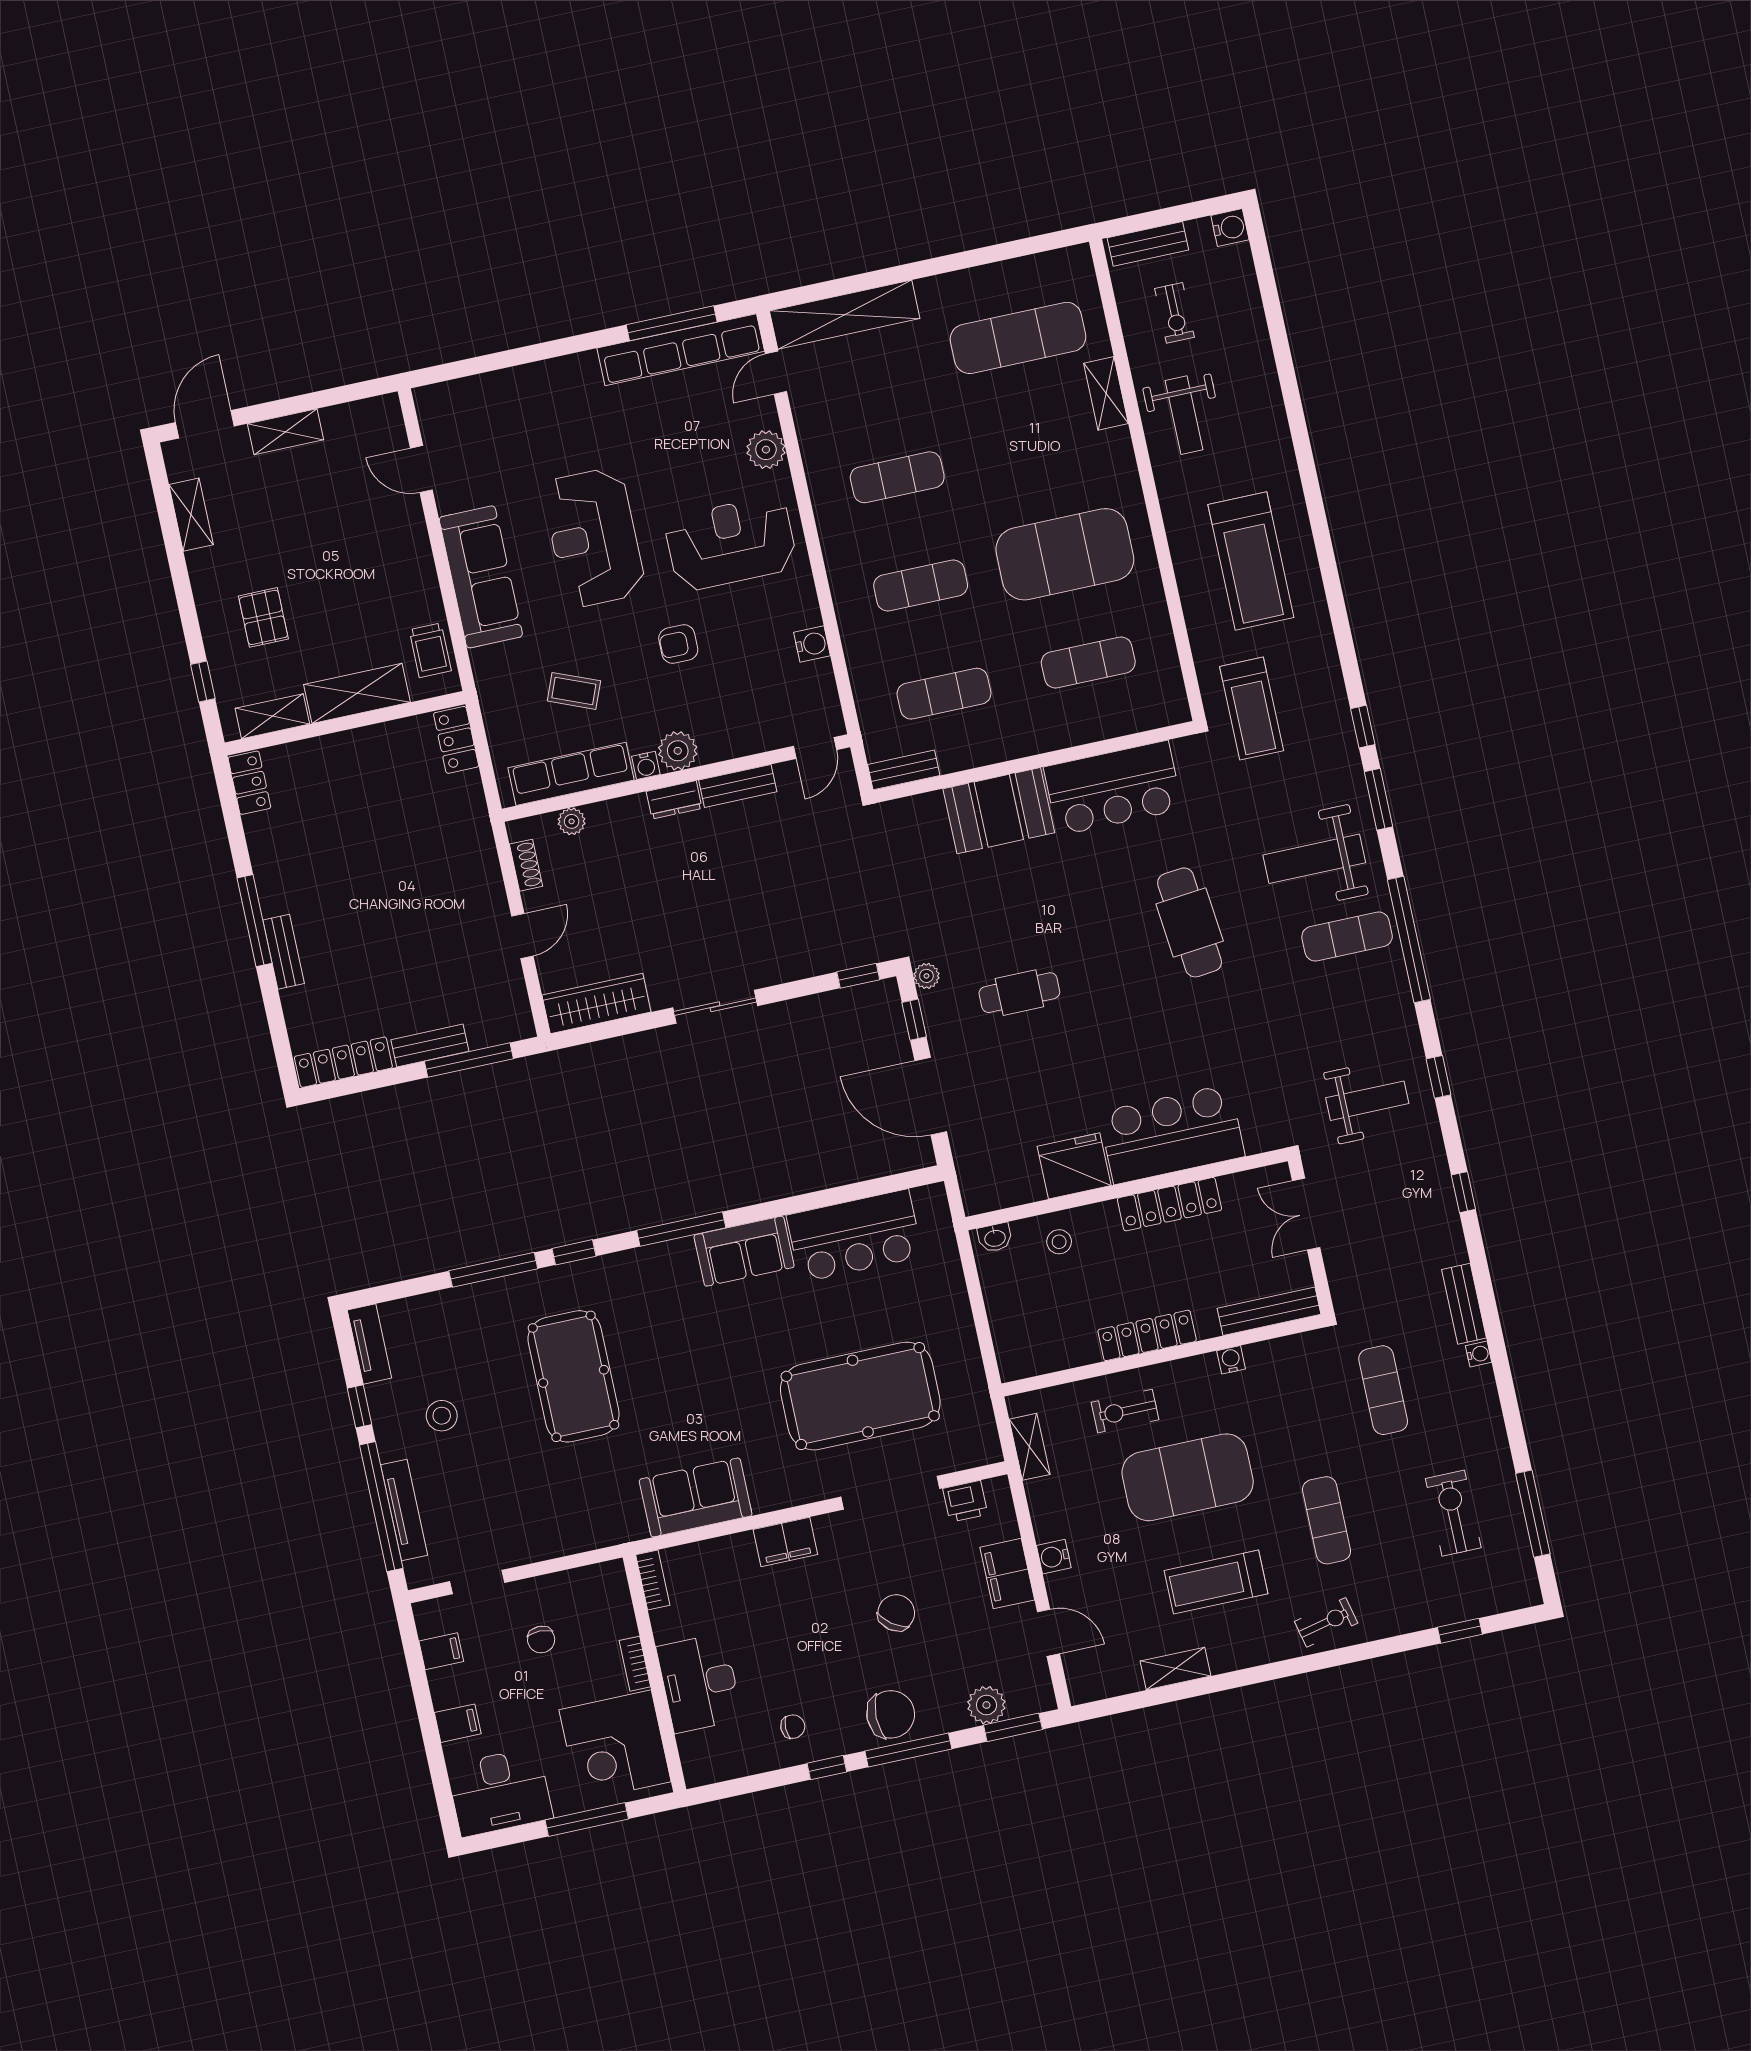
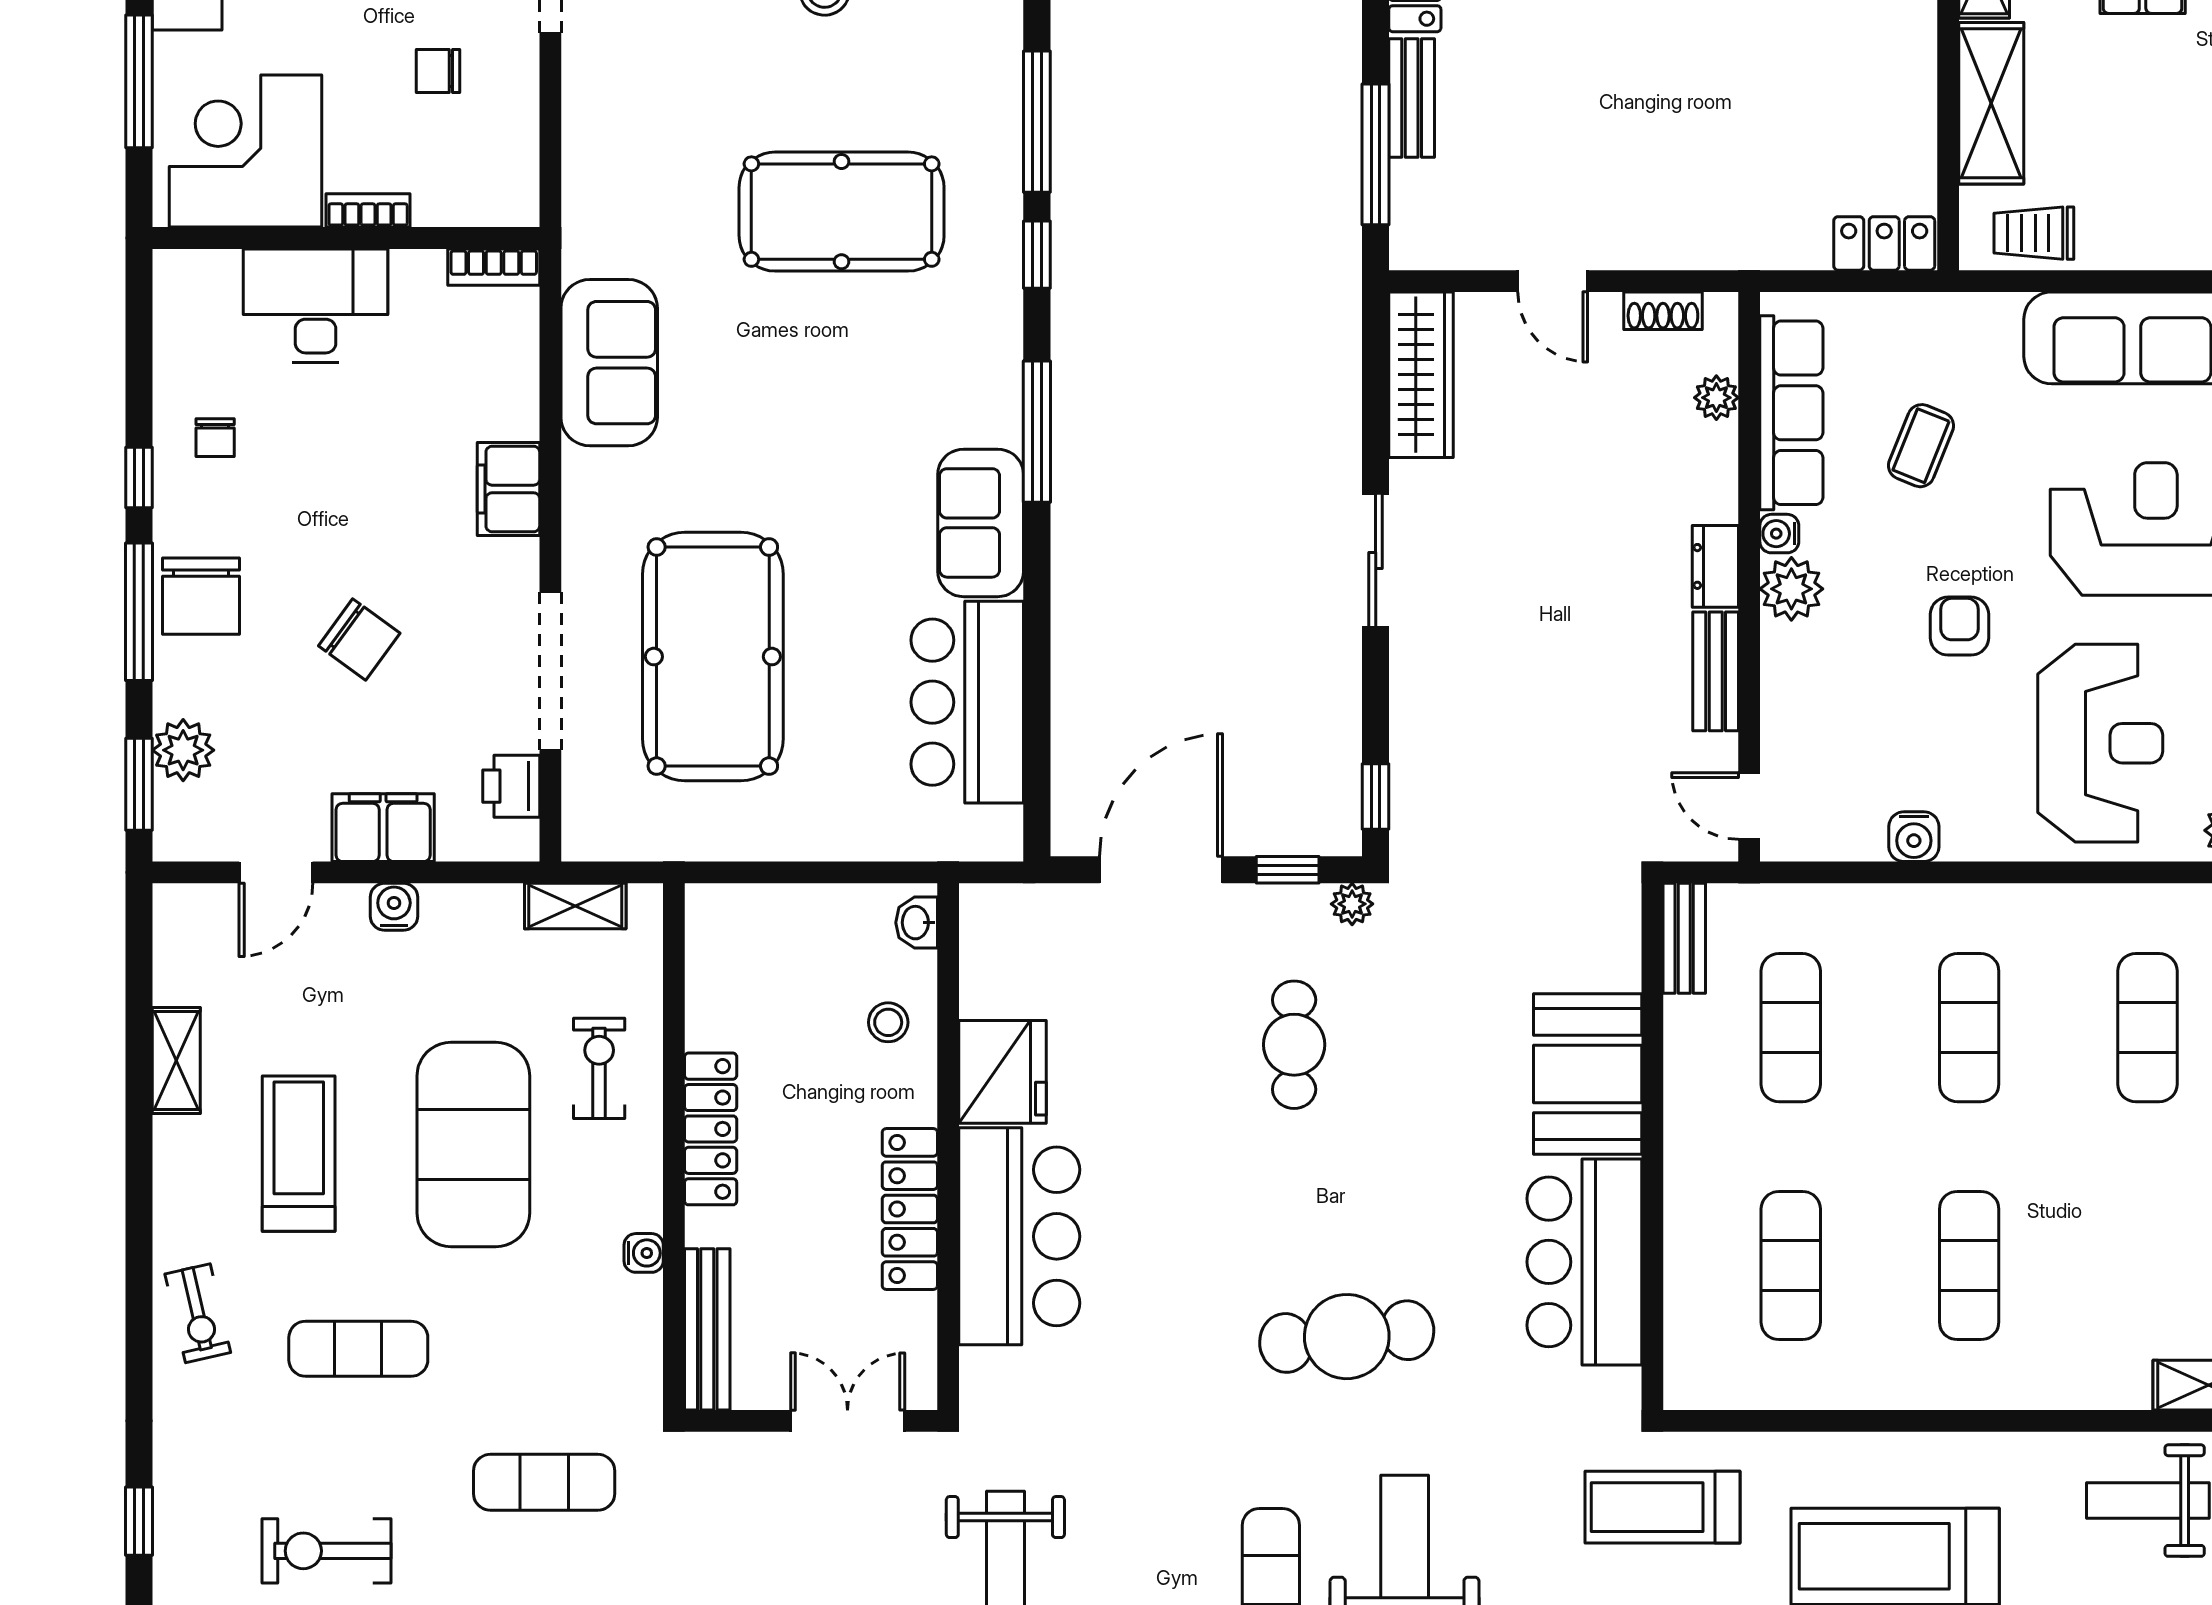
exercise mat: (1065, 554) -> (1969, 1266), width x0.50, depth x0.69
exercise bike: (1453, 1513) -> (326, 1551), turned 180

